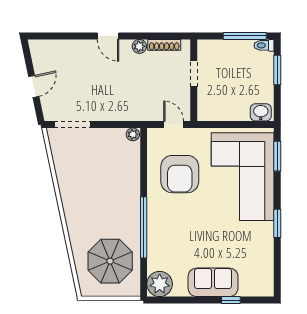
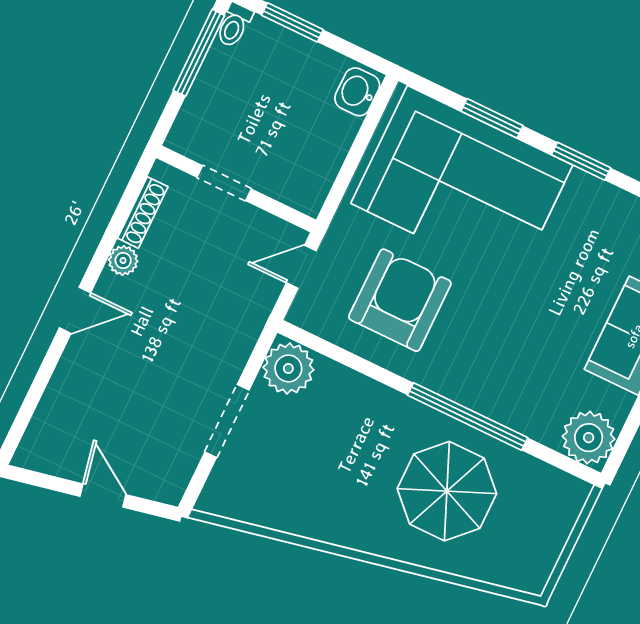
doorway: (72, 125) -> (227, 421), moved
plant: (133, 134) -> (288, 368), width x1.88, depth x1.88
window: (277, 156) -> (492, 118), moved
armchair: (180, 174) -> (400, 300), turned -90
parasol: (110, 261) -> (447, 491), moved

